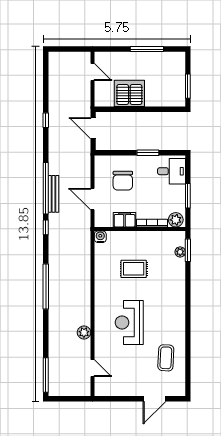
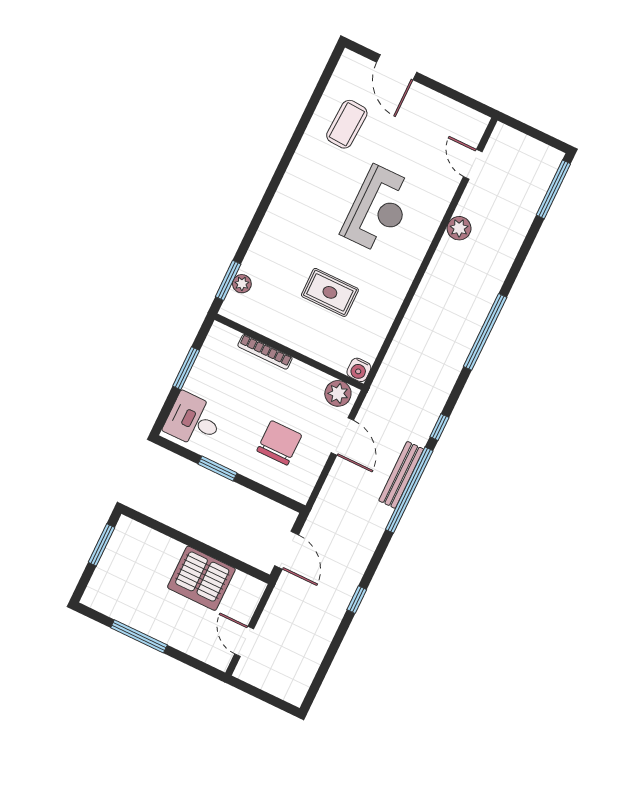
filing cabinet: (125, 220) -> (307, 379), removed
plant: (176, 220) -> (338, 393), moved
door: (154, 399) -> (397, 67), swing flipped

